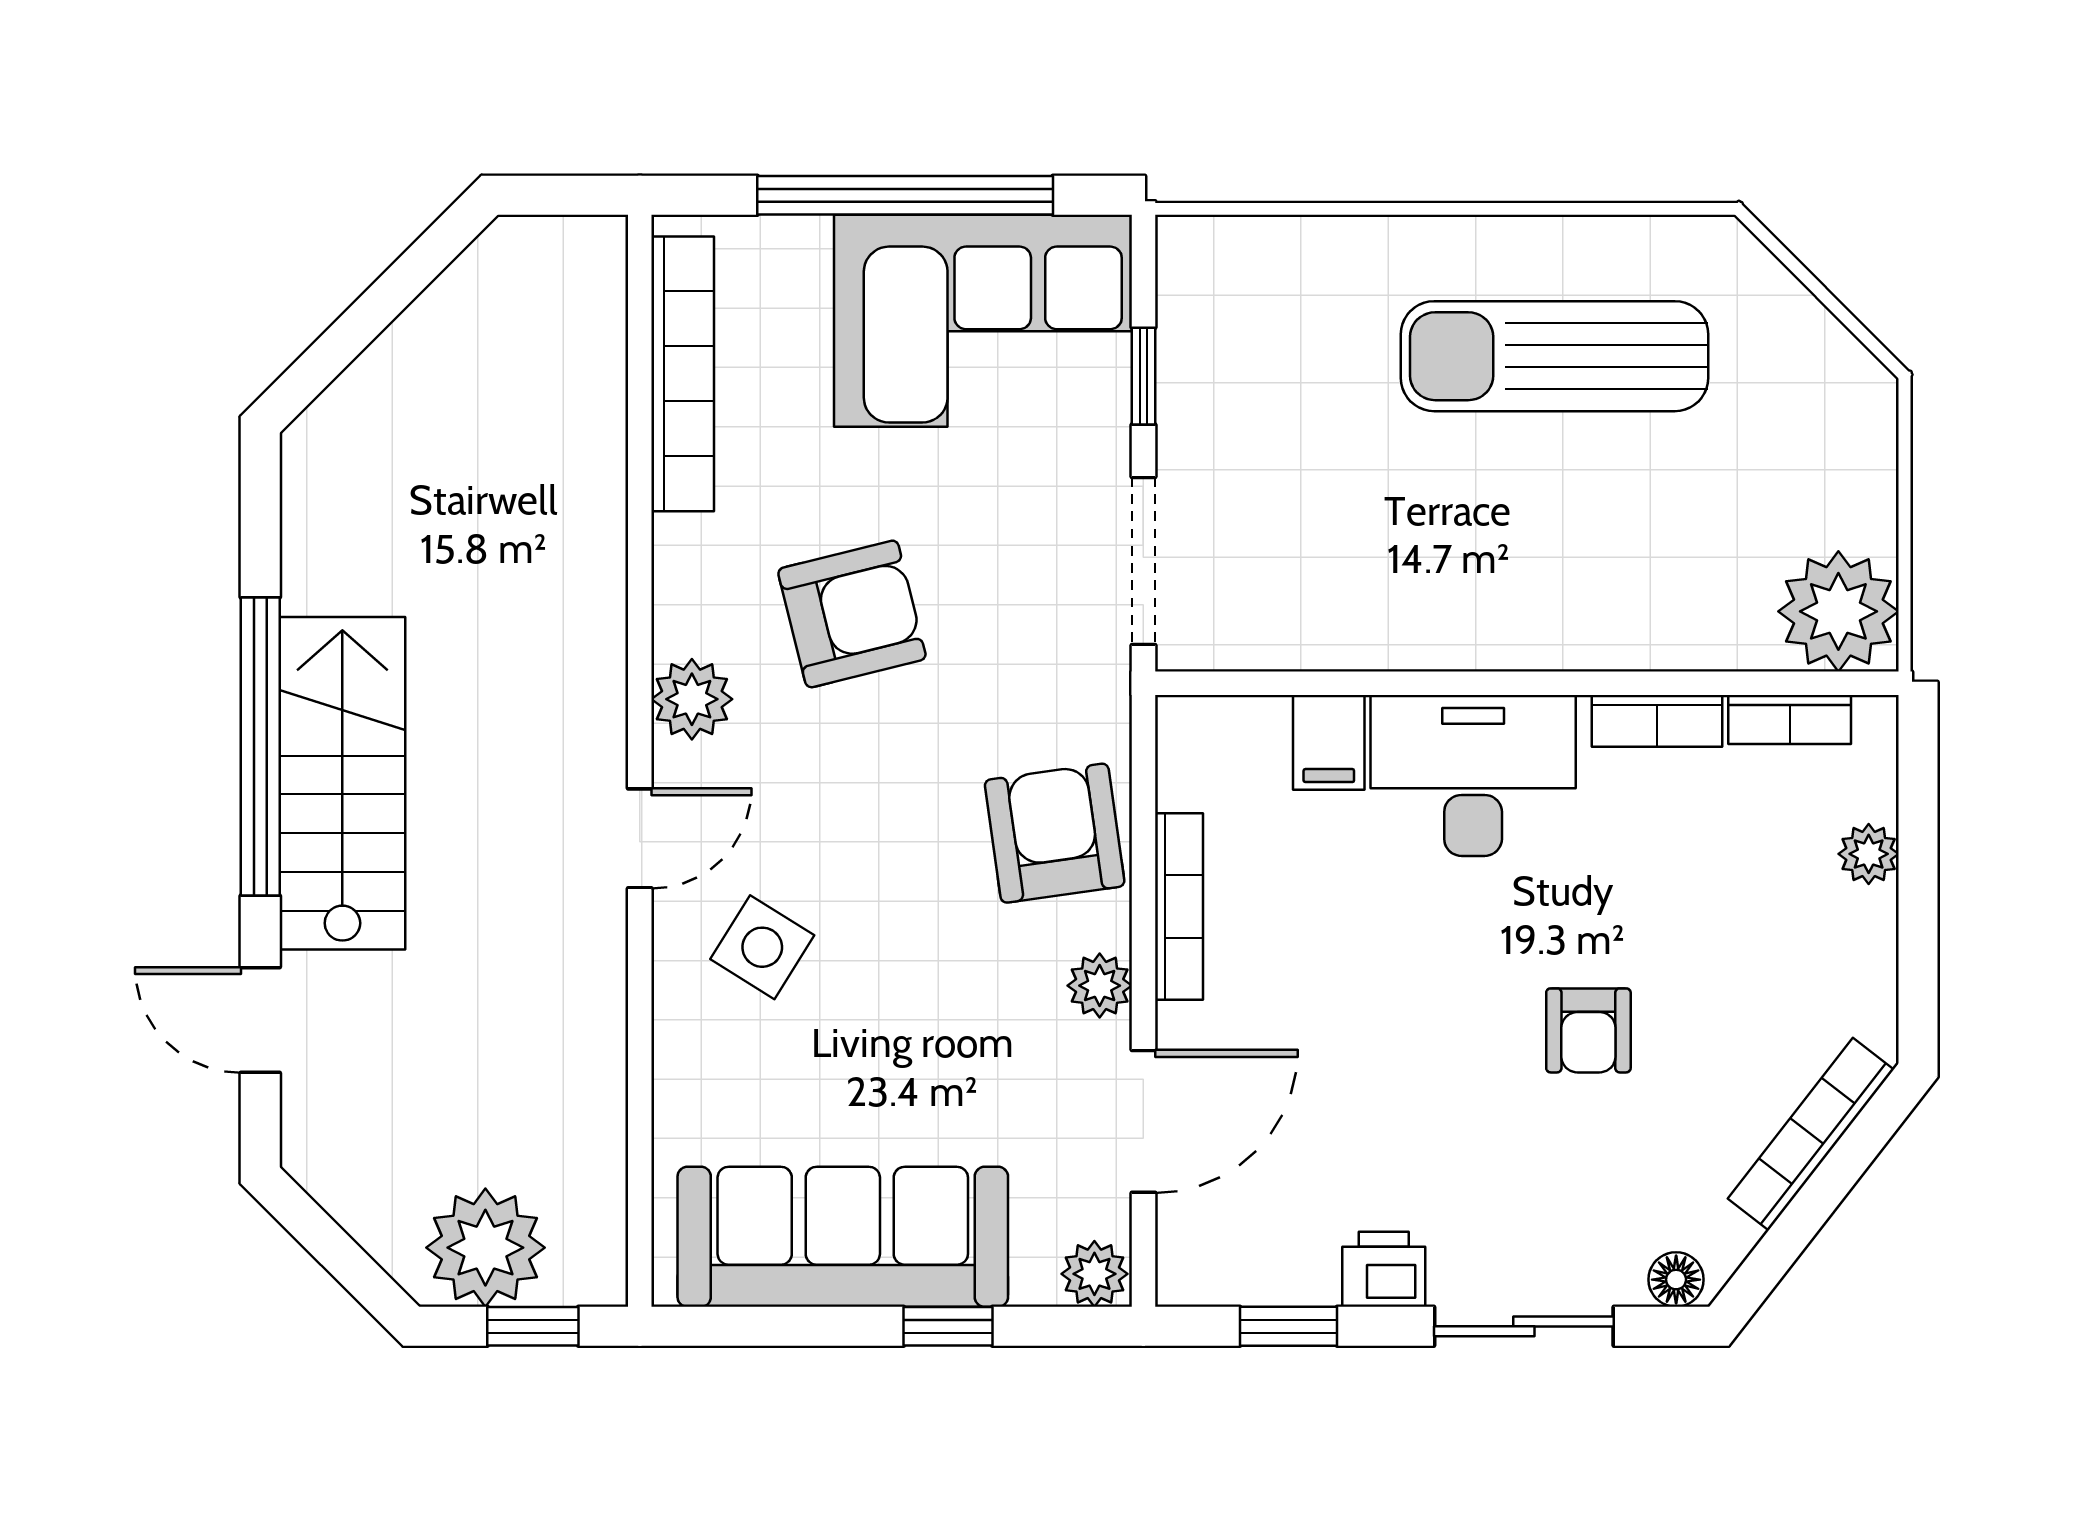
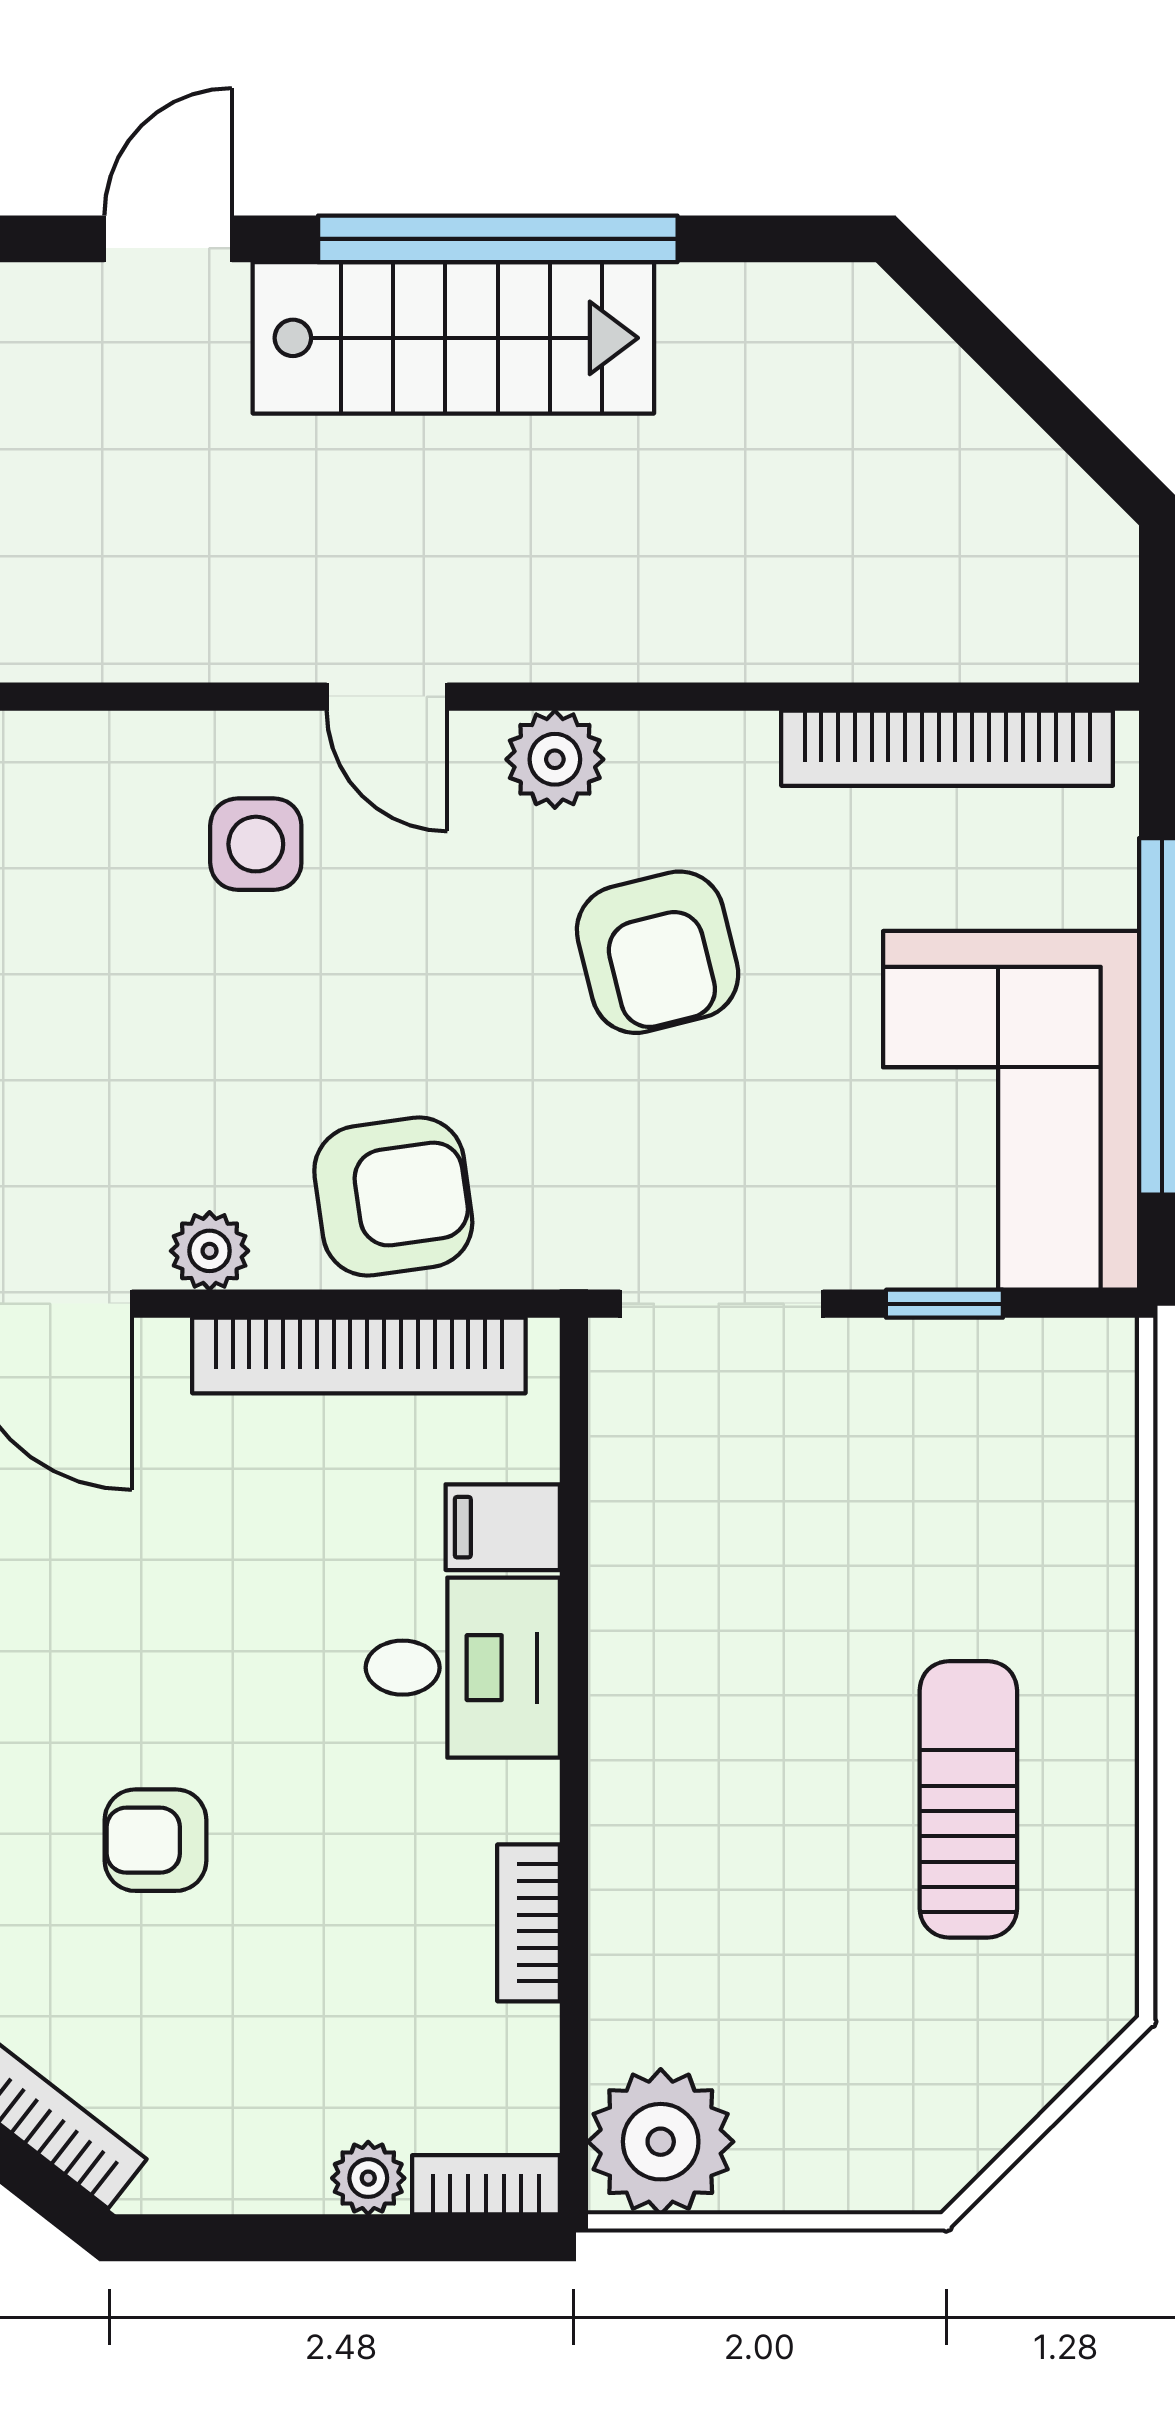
sun lounger: (1555, 356) -> (968, 1799), width x0.73, depth x0.75
bookcase: (1790, 719) -> (486, 2185), moved, turned 90
desk: (1473, 775) -> (463, 1668), width x0.73
bookcase: (1179, 907) -> (359, 1356), width x1.48, depth x1.31
side table: (762, 947) -> (256, 844), turned -32

